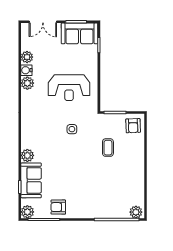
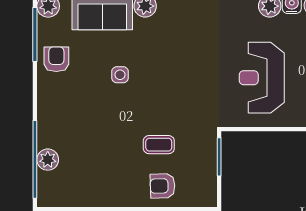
armchair: (133, 126) -> (163, 186), moved
side table: (72, 129) -> (120, 75), moved
plant: (136, 212) -> (48, 160), moved

